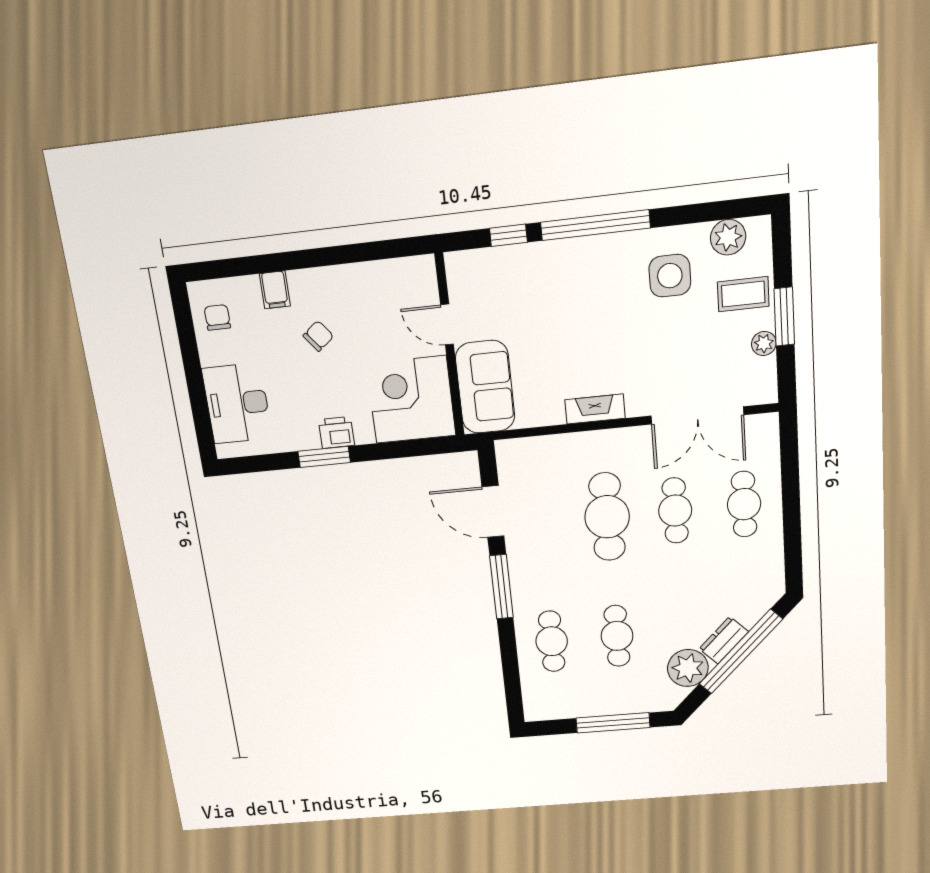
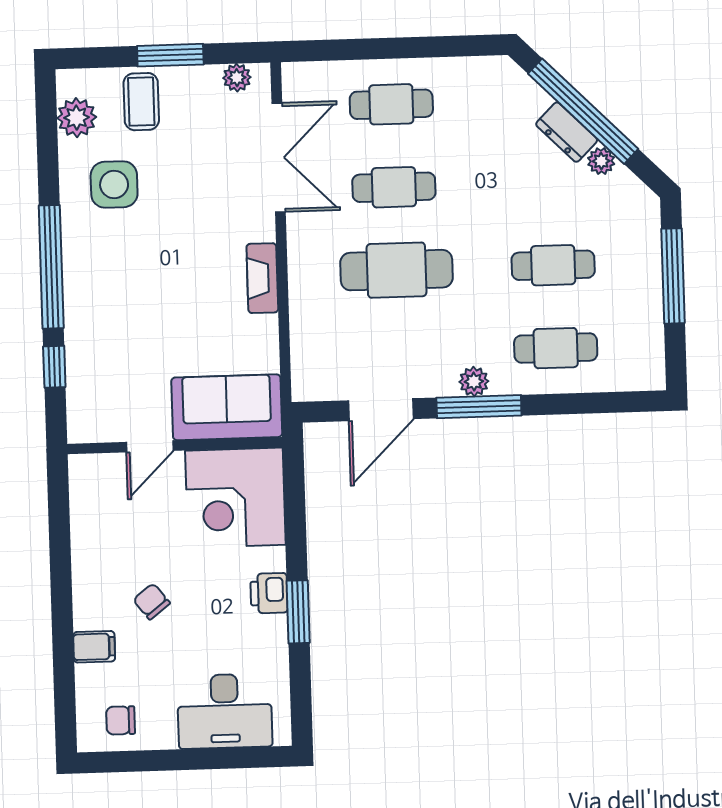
plant: (764, 343) -> (237, 78), moved
plant: (521, 582) -> (474, 382), added
plant: (688, 668) -> (601, 161), width x0.53, depth x0.53

